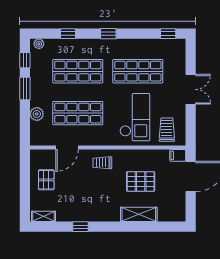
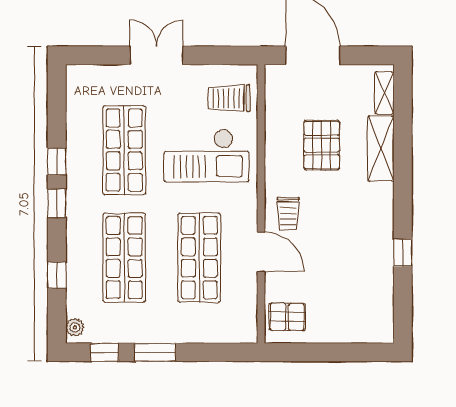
window: (168, 34) -> (57, 161), moved
plant: (37, 114) -> (201, 331), removed
checkout: (135, 117) -> (206, 155), turned 180
door: (67, 148) -> (261, 252), moved
filing cabinet: (178, 155) -> (275, 78), removed
pallet: (46, 180) -> (287, 317), moved
shelving: (43, 216) -> (384, 93), moved

